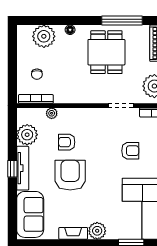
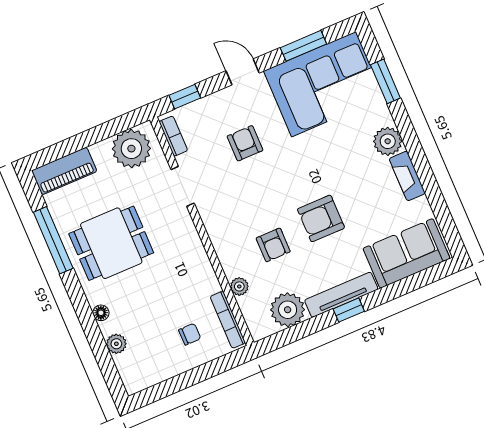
plant: (44, 36) -> (116, 344), width x0.53, depth x0.53
armchair: (70, 175) -> (321, 218), width x0.73, depth x0.73

